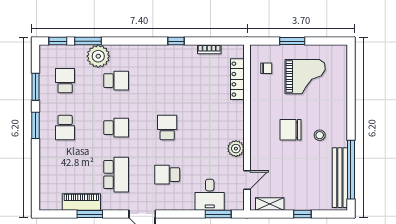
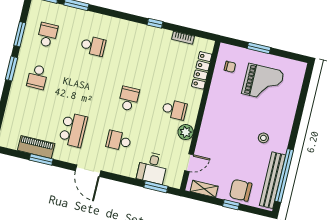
plant: (98, 56) -> (82, 20), removed
school desk: (116, 128) -> (174, 110), moved
chair: (291, 130) -> (241, 190), moved

